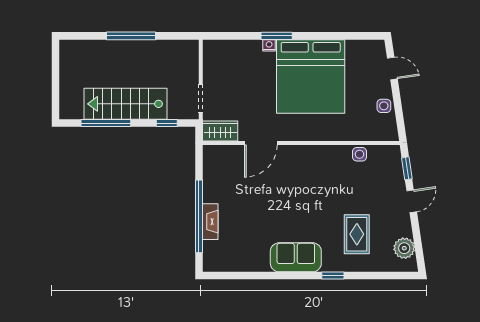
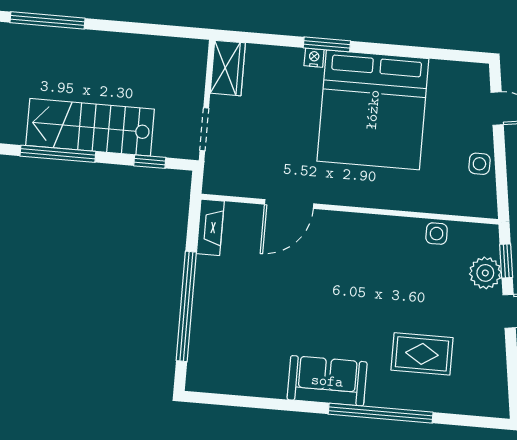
window: (131, 36) -> (47, 20), moved
wardrobe: (220, 131) -> (228, 68), moved, turned 90
fireplace: (210, 222) -> (210, 227), moved
rug: (357, 234) -> (422, 354), turned 90
plant: (404, 248) -> (485, 273), moved
window: (333, 276) -> (381, 413), width x3.17

